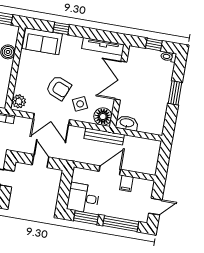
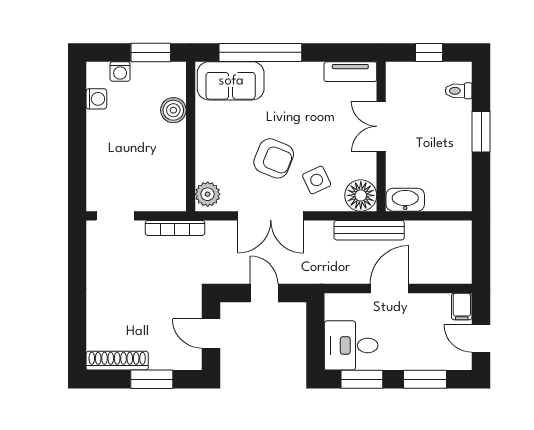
window: (61, 28) -> (260, 52), width x3.17
tv unit: (103, 47) -> (350, 72), width x0.71
toilet: (169, 57) -> (459, 91), moved
double door: (121, 81) -> (381, 126), width x0.73
filing cabinet: (126, 183) -> (462, 306), moved
door: (155, 207) -> (481, 338), swing flipped
window: (121, 224) -> (425, 379), width x0.69

